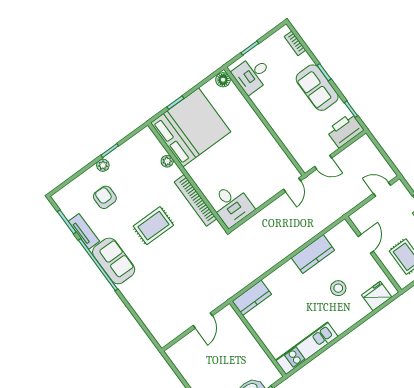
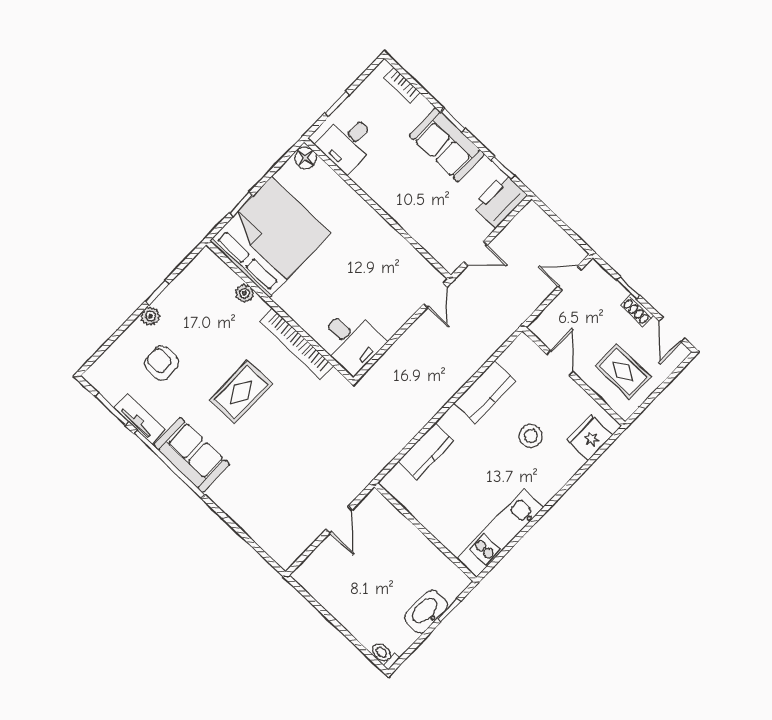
kitchen counter: (252, 298) -> (426, 451), moved

